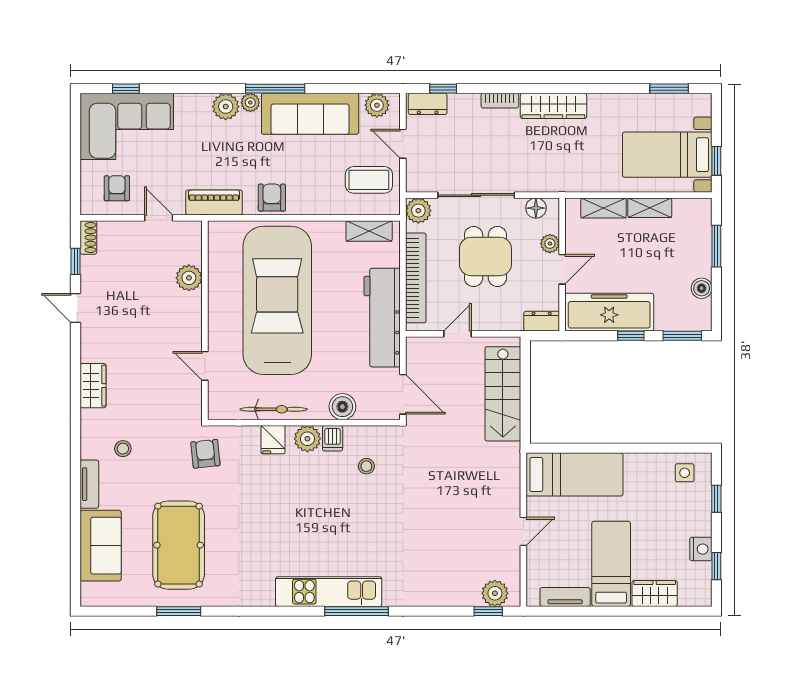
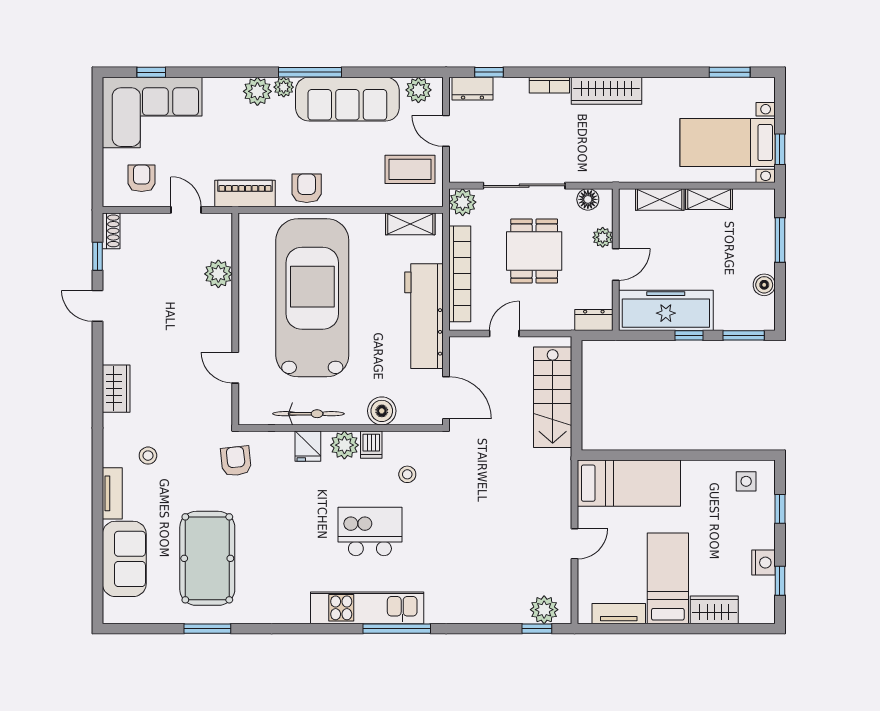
kitchen island: (331, 520) -> (370, 531), added

